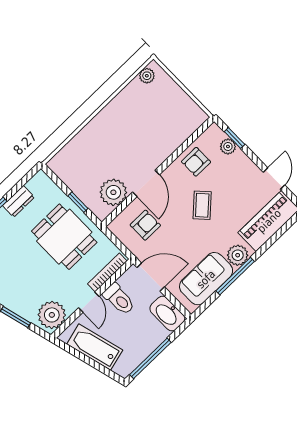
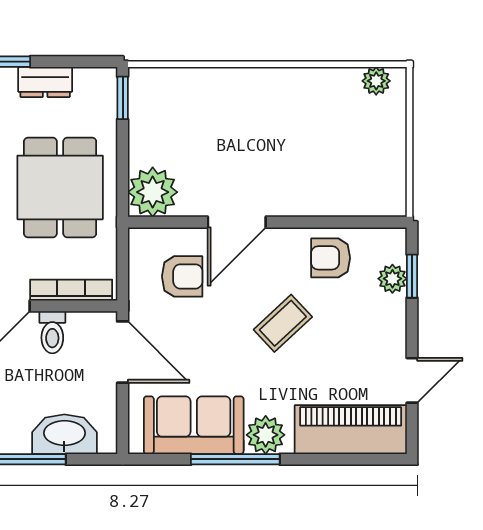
plant: (113, 192) -> (153, 192), moved
window: (78, 202) -> (123, 98), moved
toilet: (119, 299) -> (52, 332), width x0.73, depth x0.72
washbasin: (167, 314) -> (64, 434), moved, turned 90

